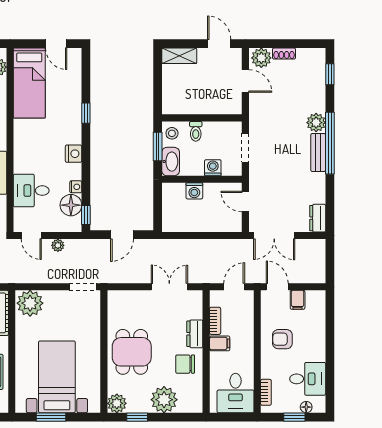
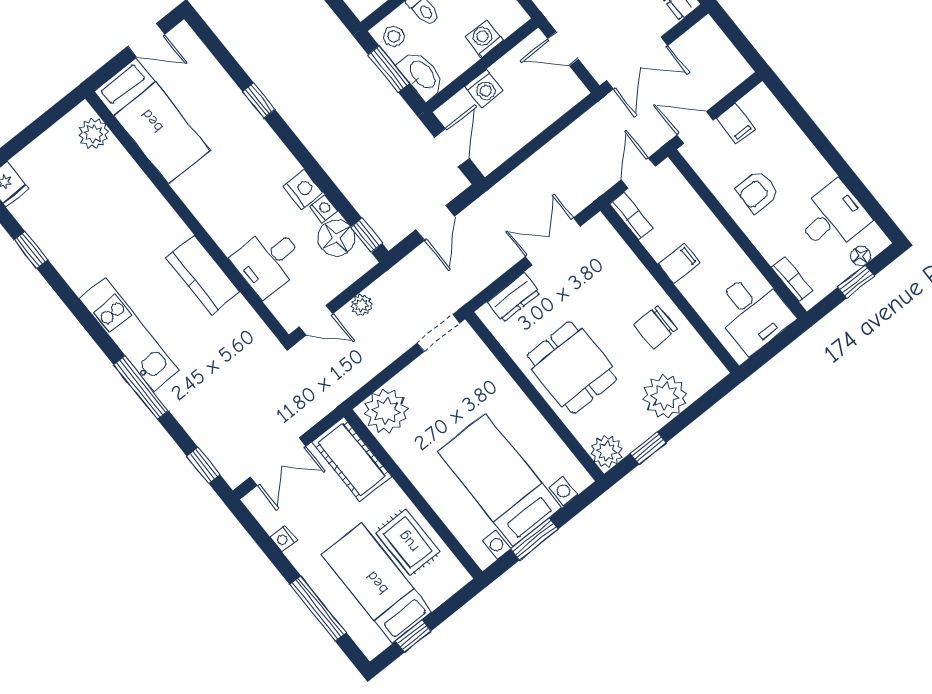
nightstand: (74, 154) -> (303, 189), moved
door: (158, 206) -> (452, 148), added
bookcase: (215, 321) -> (631, 216), moved
dresser: (195, 334) -> (514, 297), moved, turned -90

